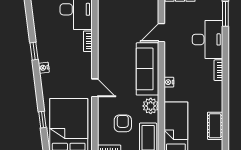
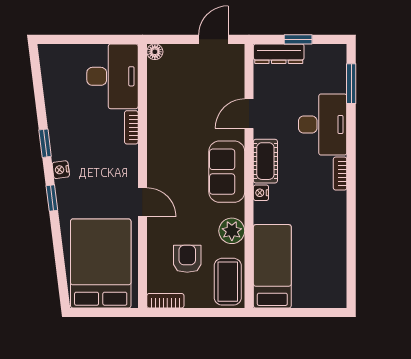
sofa: (148, 69) -> (227, 172), width x0.73
window: (42, 120) -> (52, 198), moved
cot: (215, 126) -> (265, 161), moved

